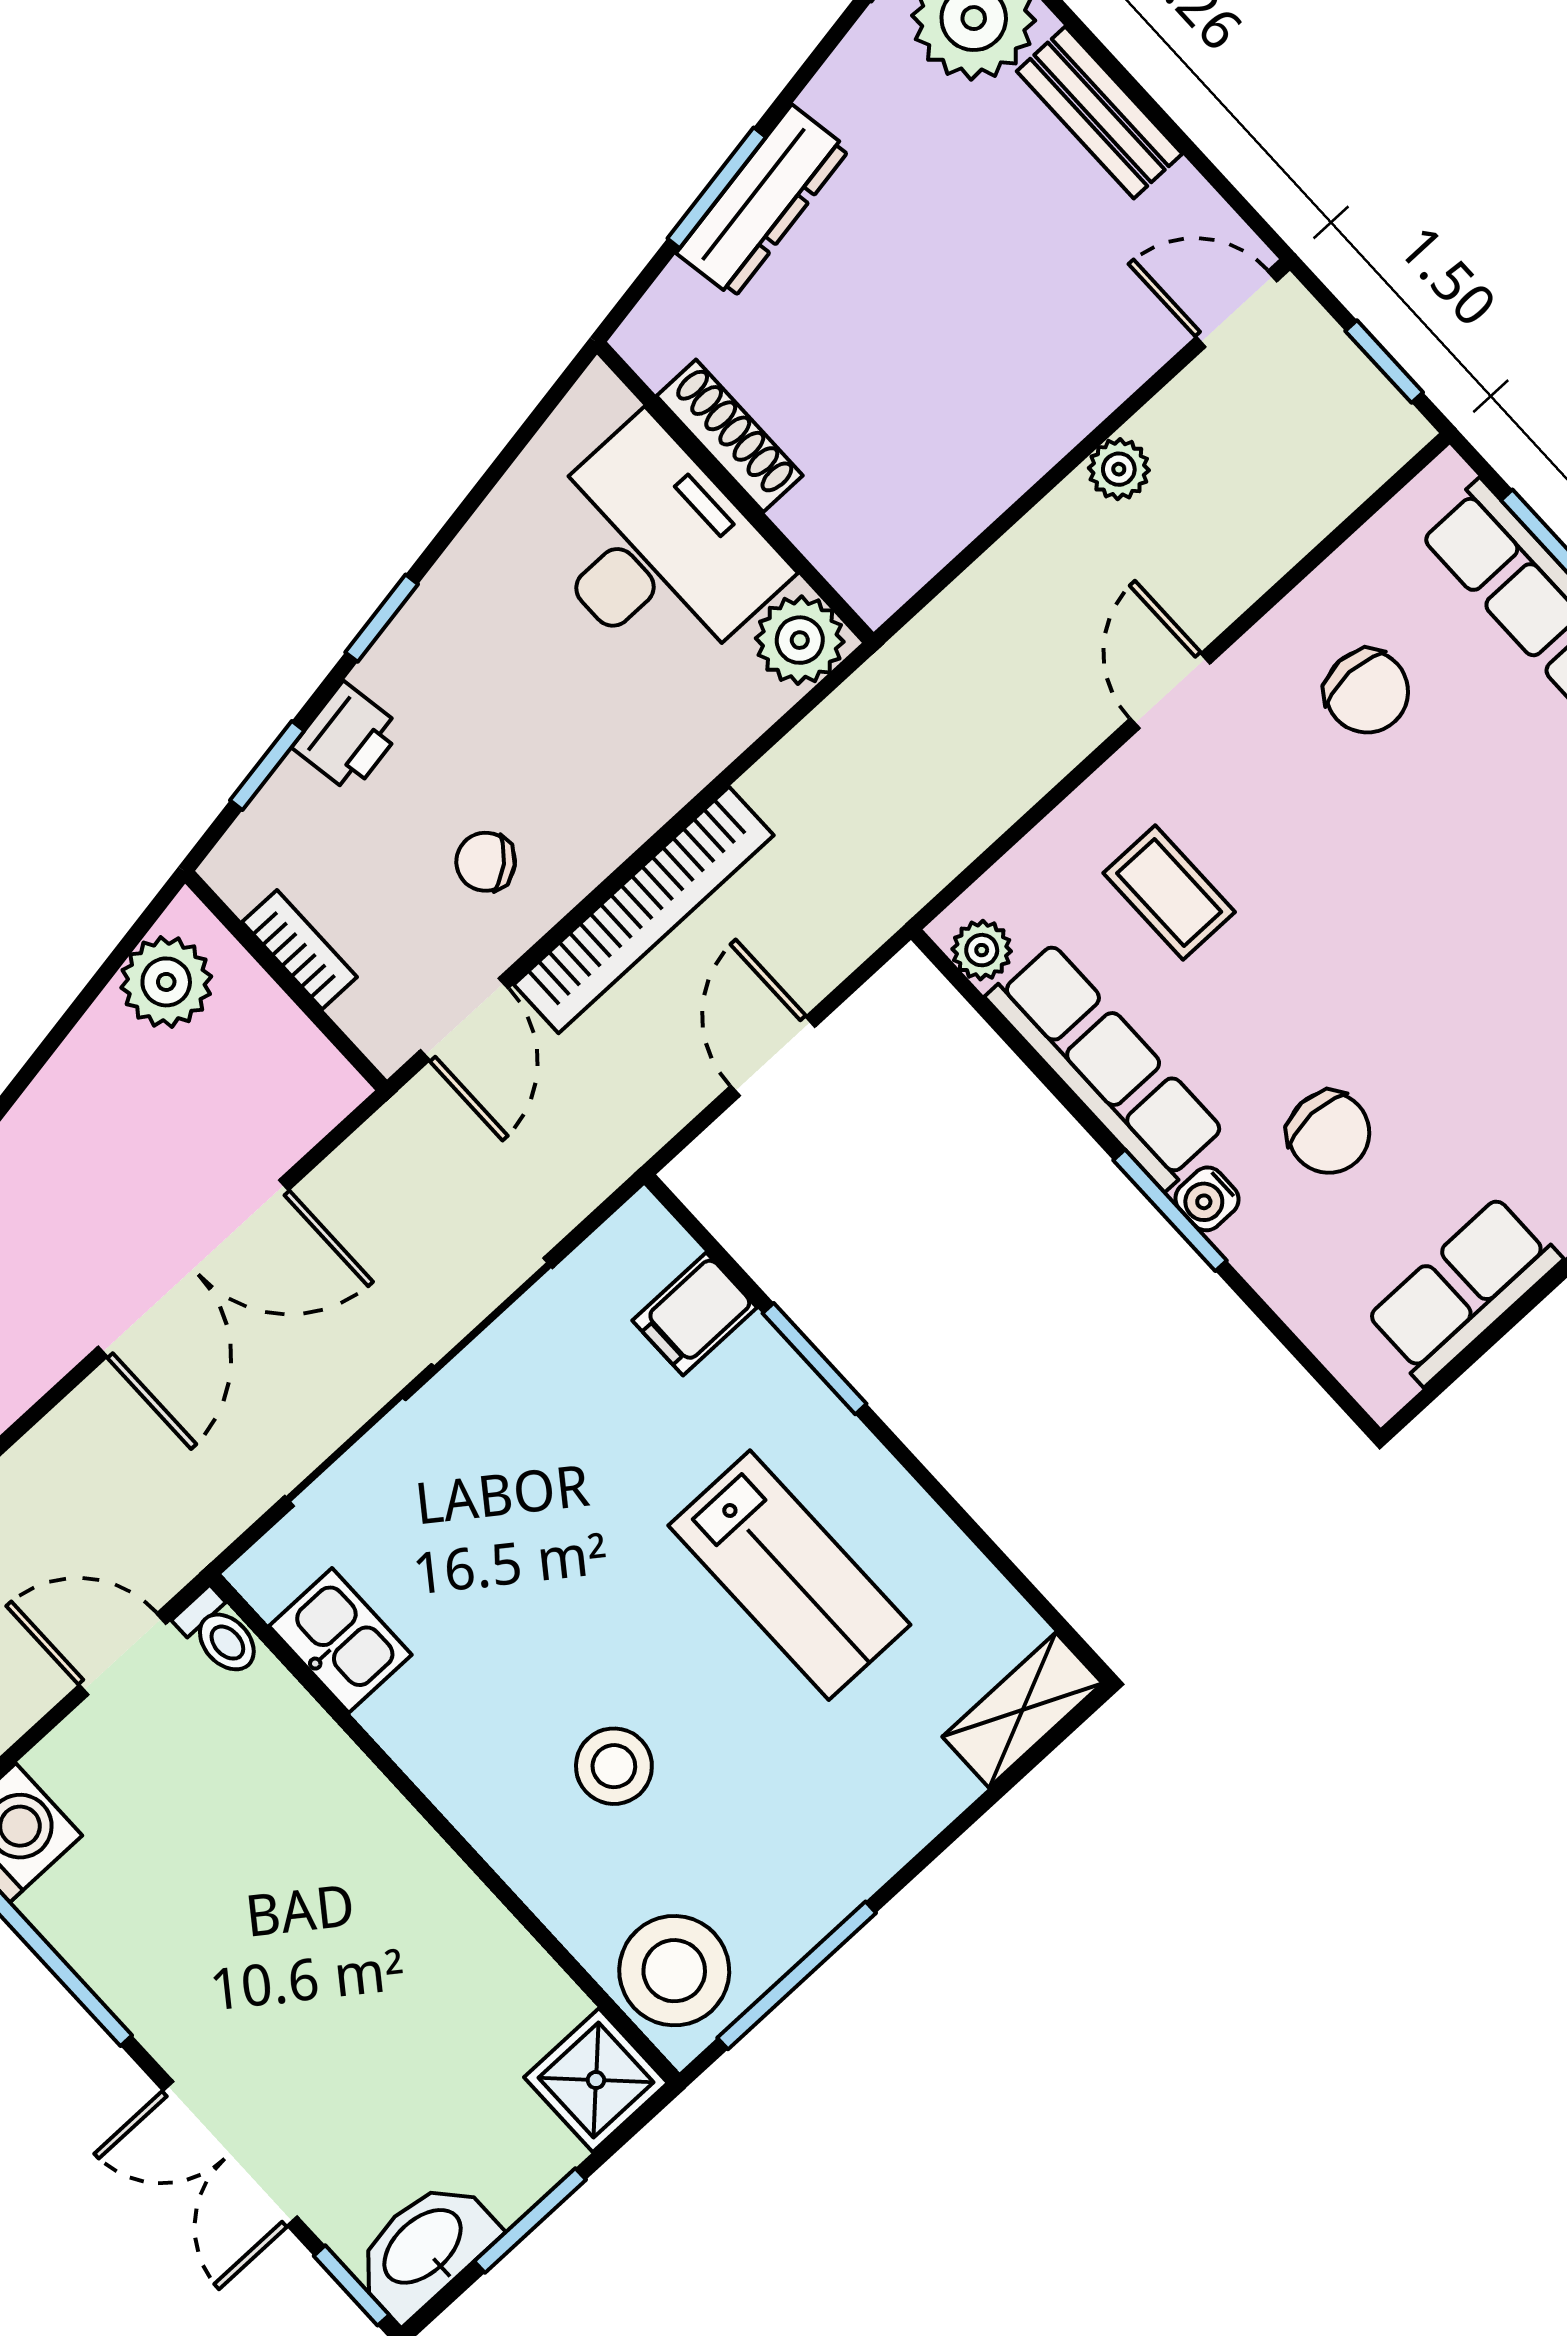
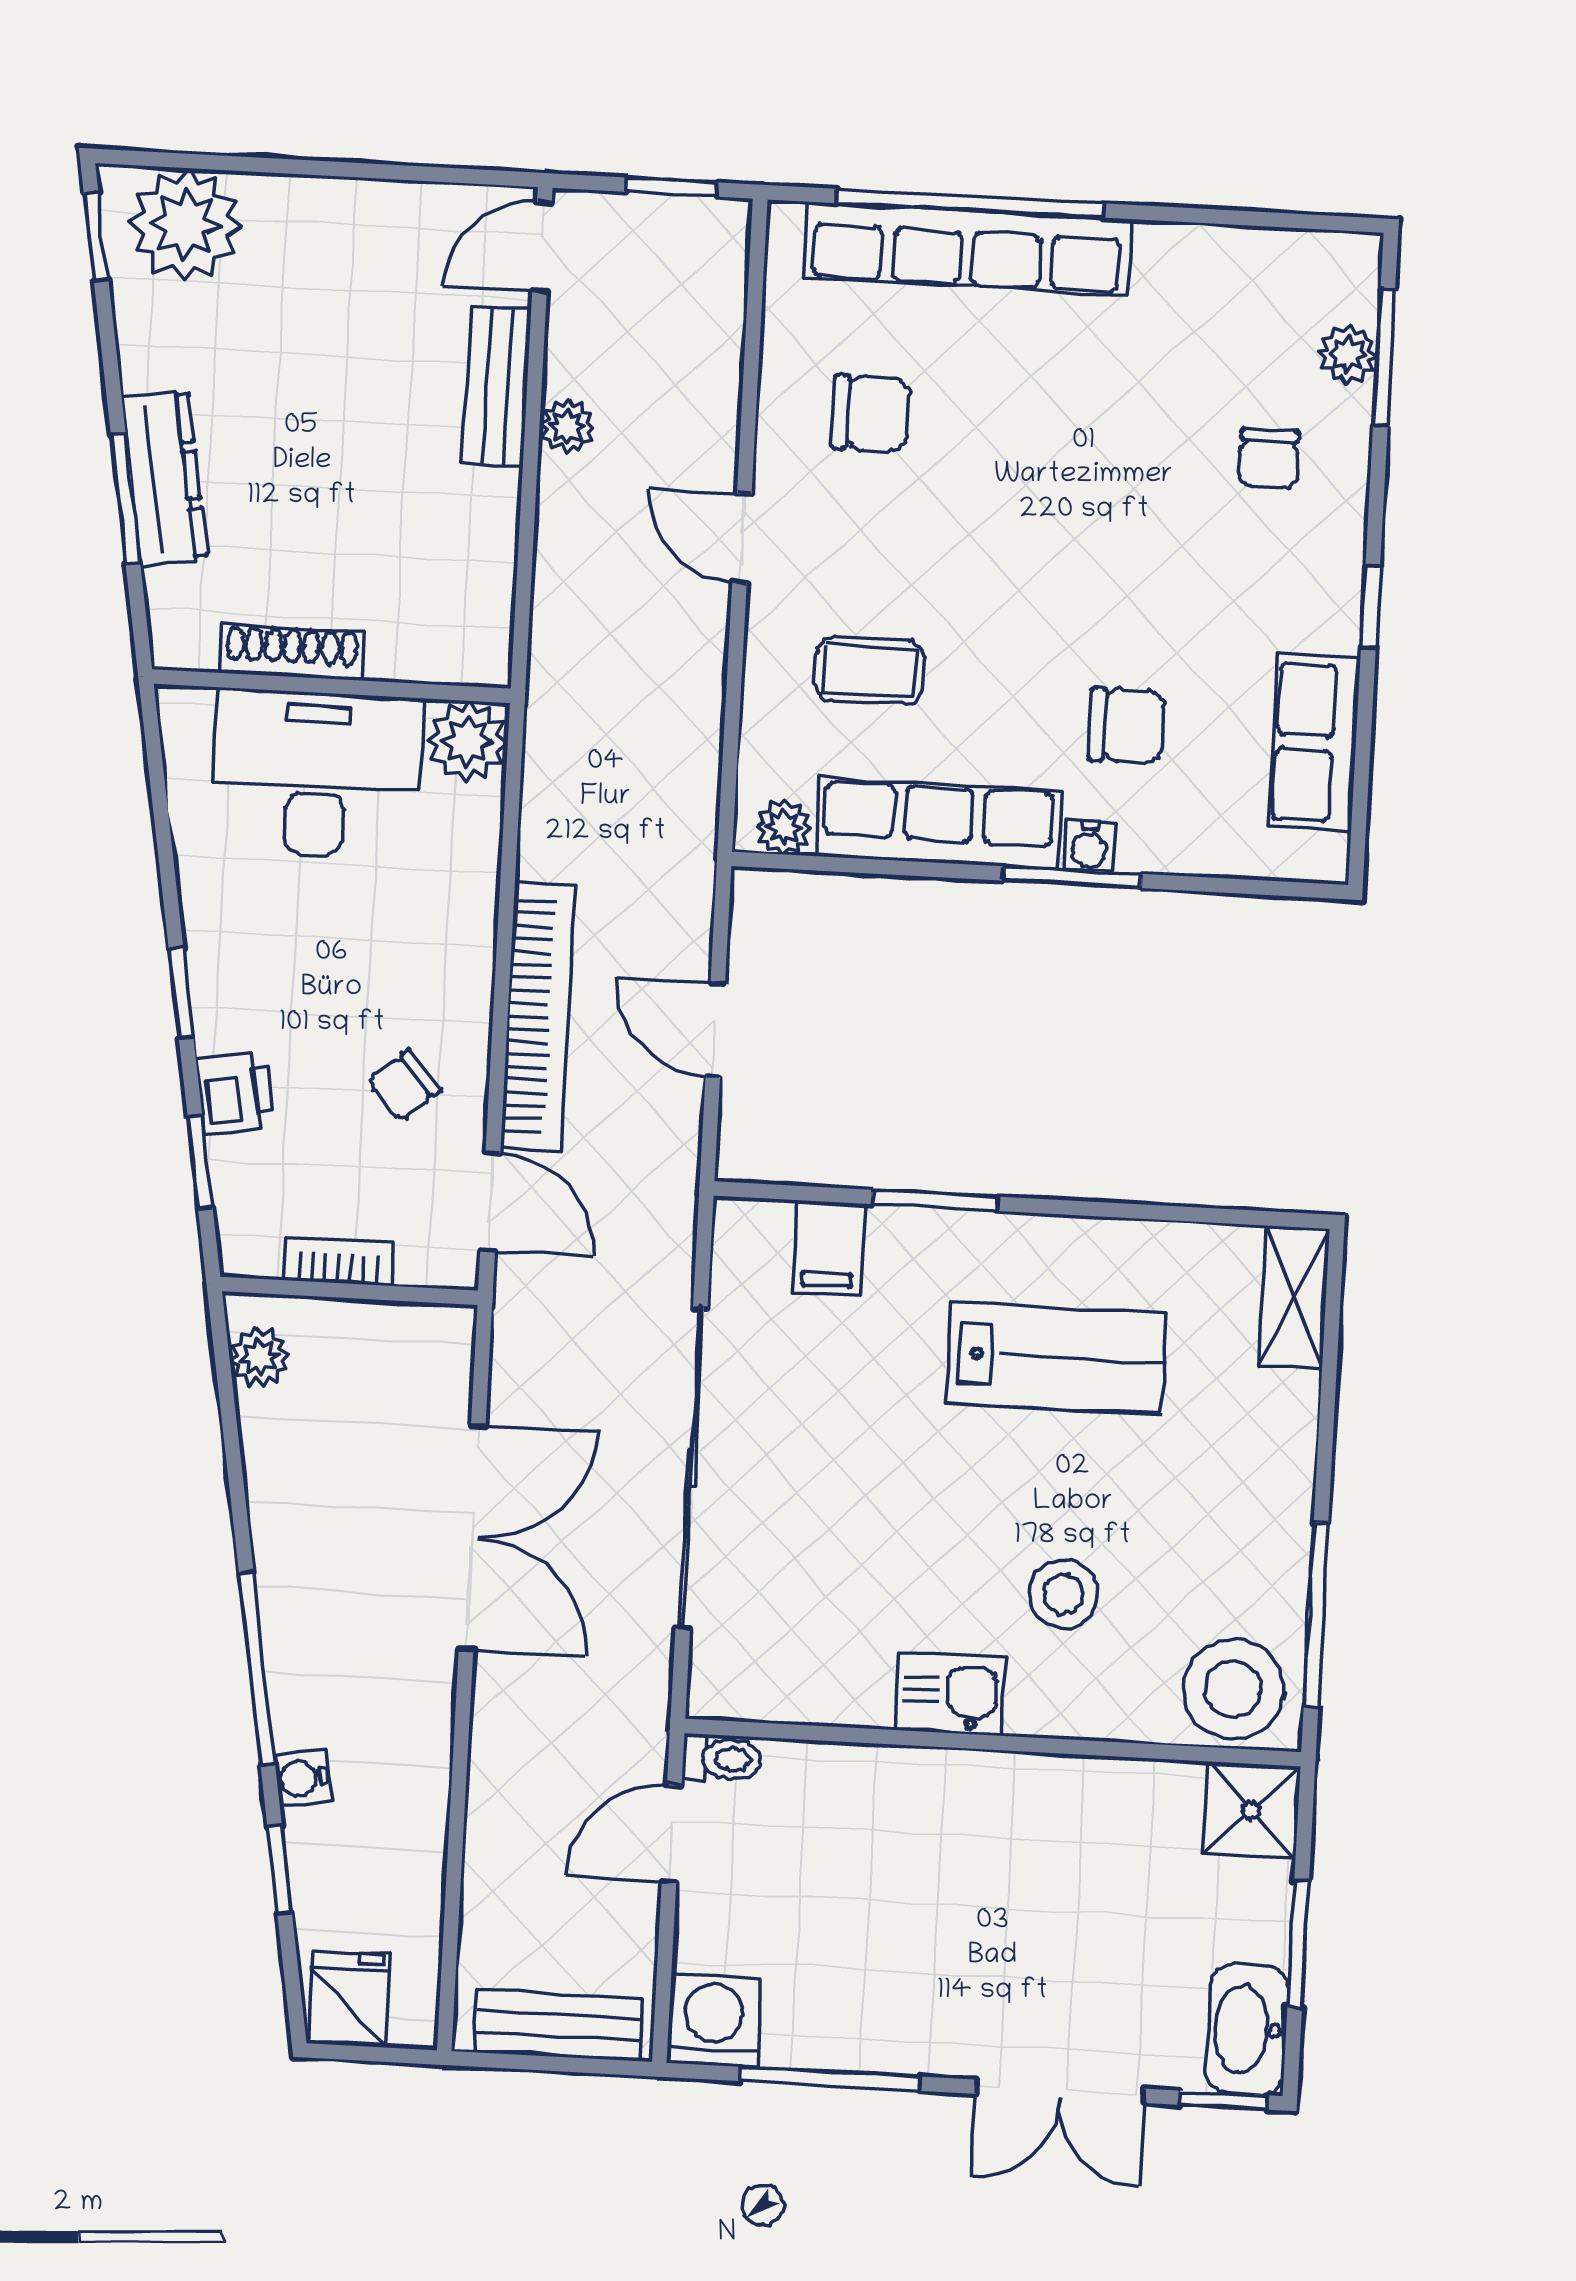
bench: (1100, 112) -> (497, 387), moved, turned 90
plant: (166, 982) -> (260, 1357), width x0.73, depth x0.73
kitchen sink: (340, 1640) -> (950, 1694), moved

